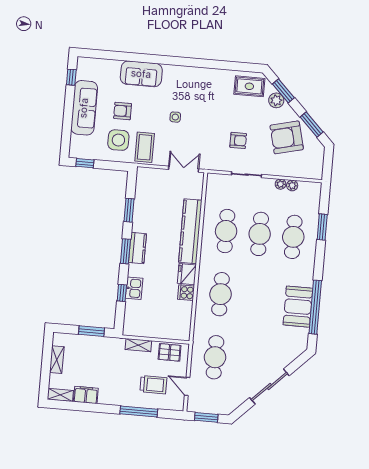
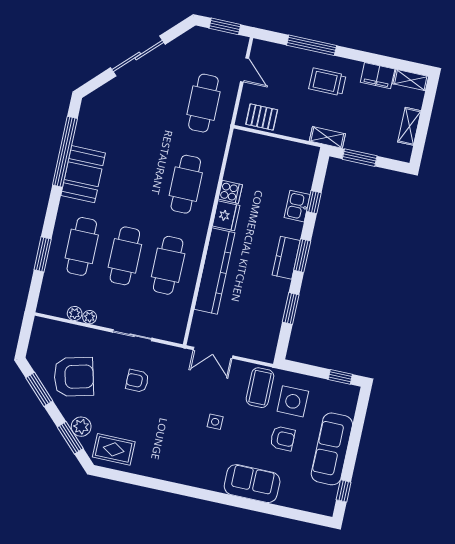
booth: (298, 307) -> (83, 174), moved
shelving: (138, 345) -> (327, 137), moved
trolley: (153, 385) -> (327, 82), moved

